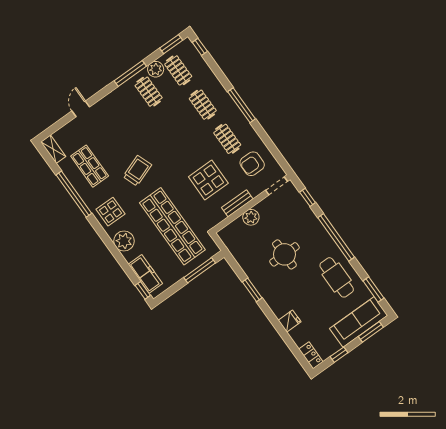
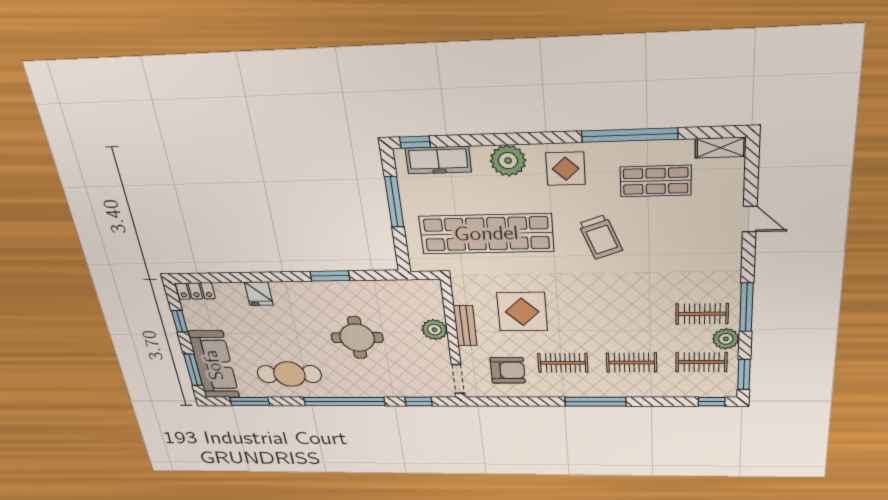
armchair: (252, 164) -> (508, 370), turned 90
window: (200, 270) -> (394, 202), moved

